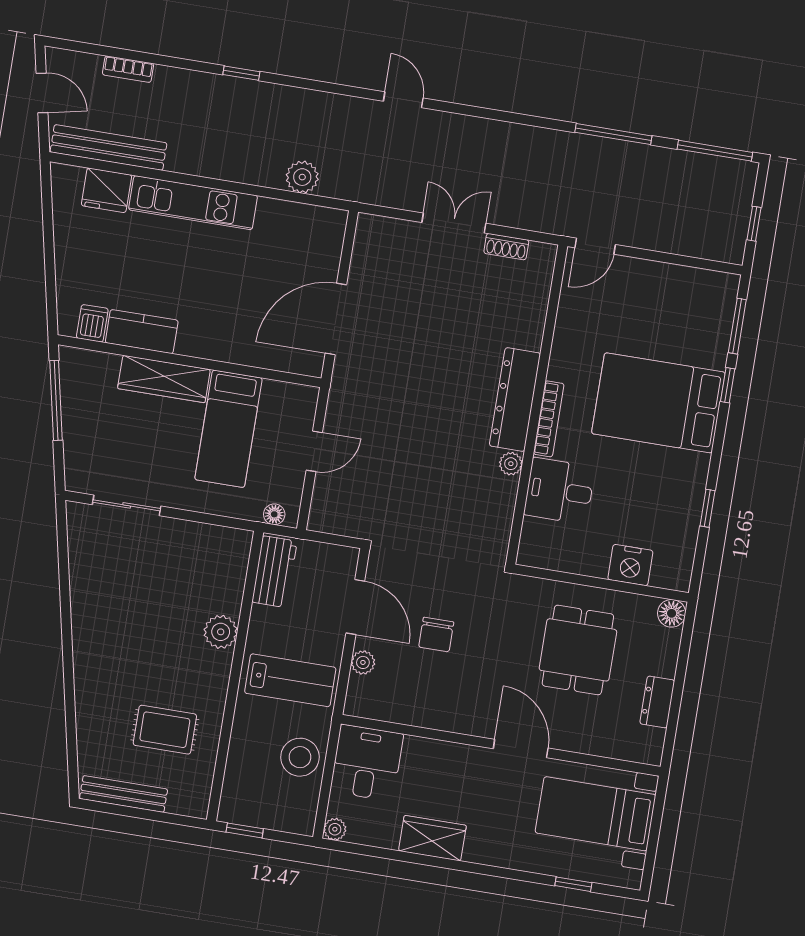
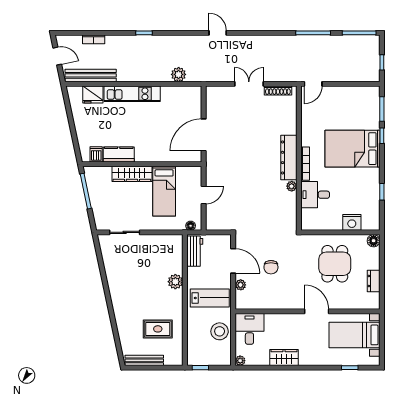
shoe rack: (506, 247) -> (278, 90), width x1.43

